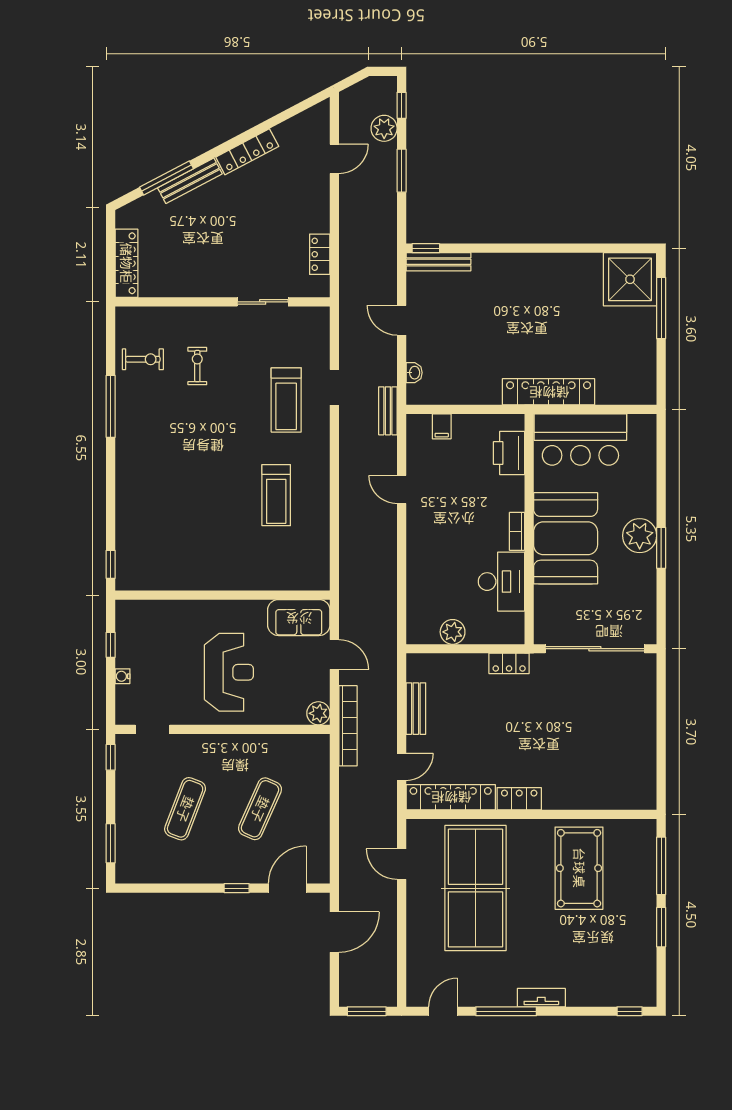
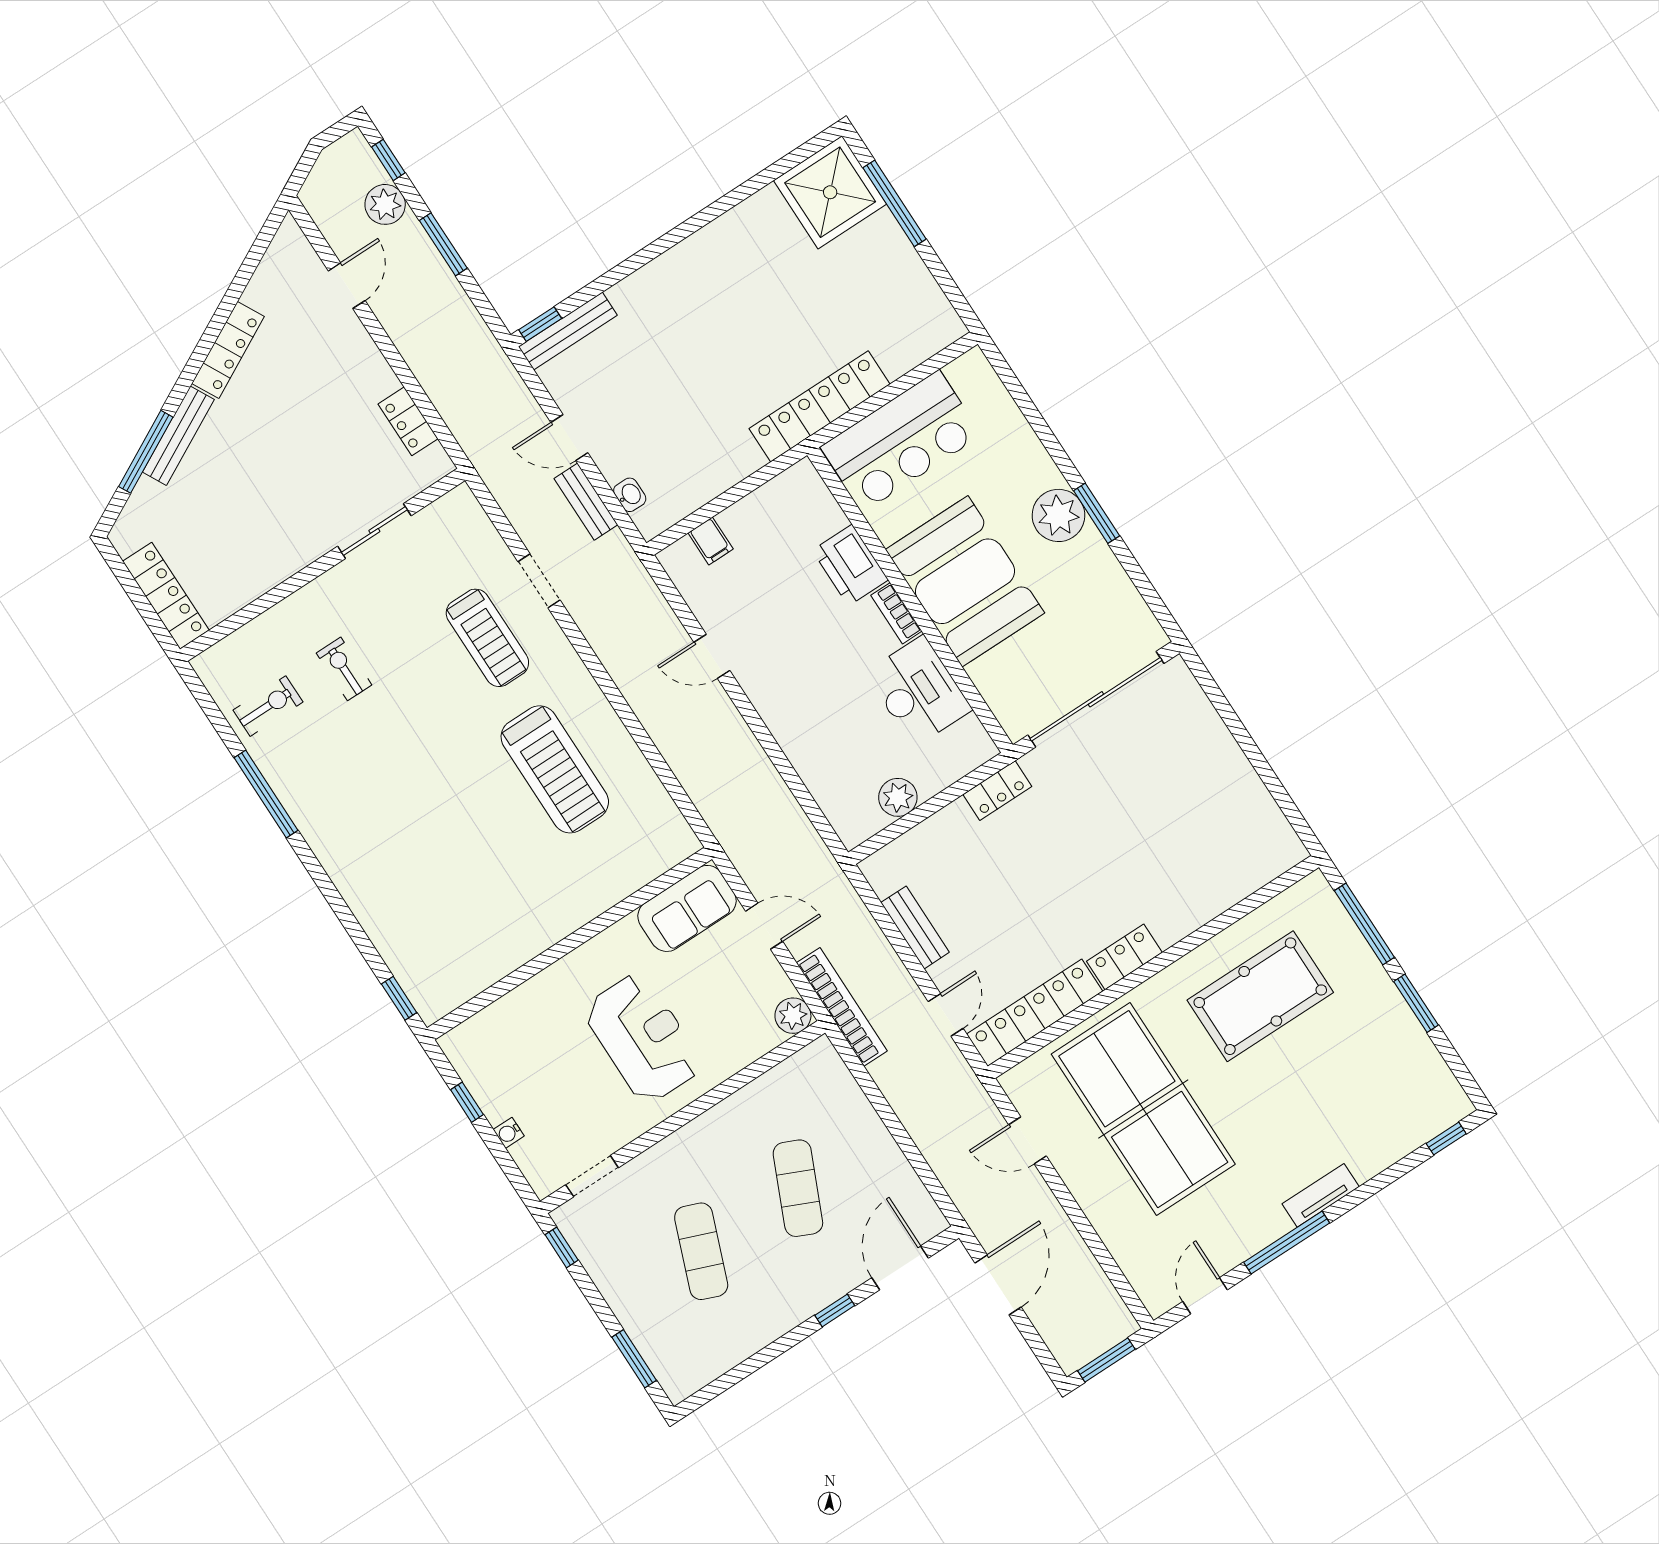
bench: (388, 411) -> (586, 502), moved
printer: (509, 453) -> (850, 565), moved
treadmill: (276, 495) -> (555, 769), width x1.37, depth x1.38
pool table: (579, 868) -> (1260, 996), turned 90

